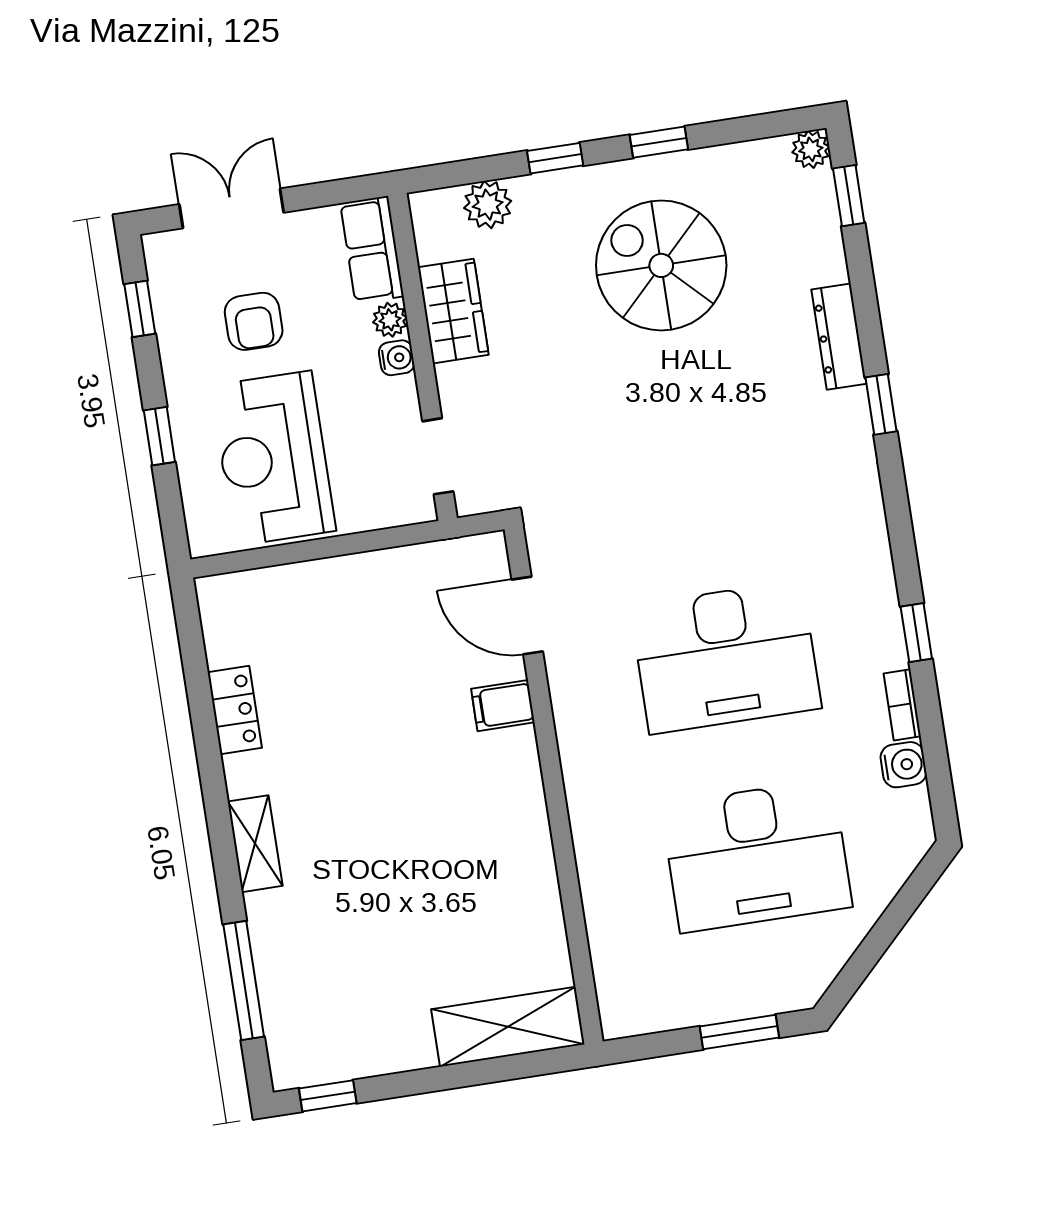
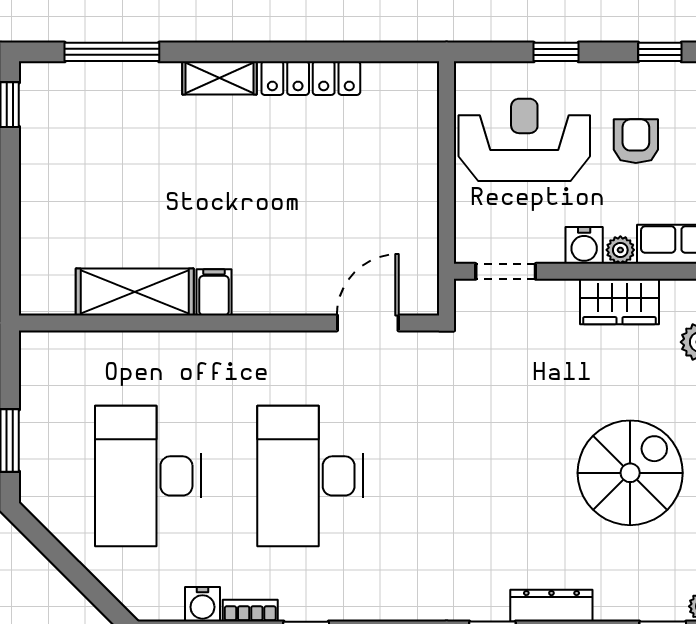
armchair: (254, 321) -> (636, 141), turned 90
water cooler: (397, 358) -> (584, 245), width x1.38, depth x1.38
filing cabinet: (503, 706) -> (214, 292), moved
locker: (235, 710) -> (311, 78), width x1.53
shelving: (508, 1027) -> (135, 292), moved, turned 90

